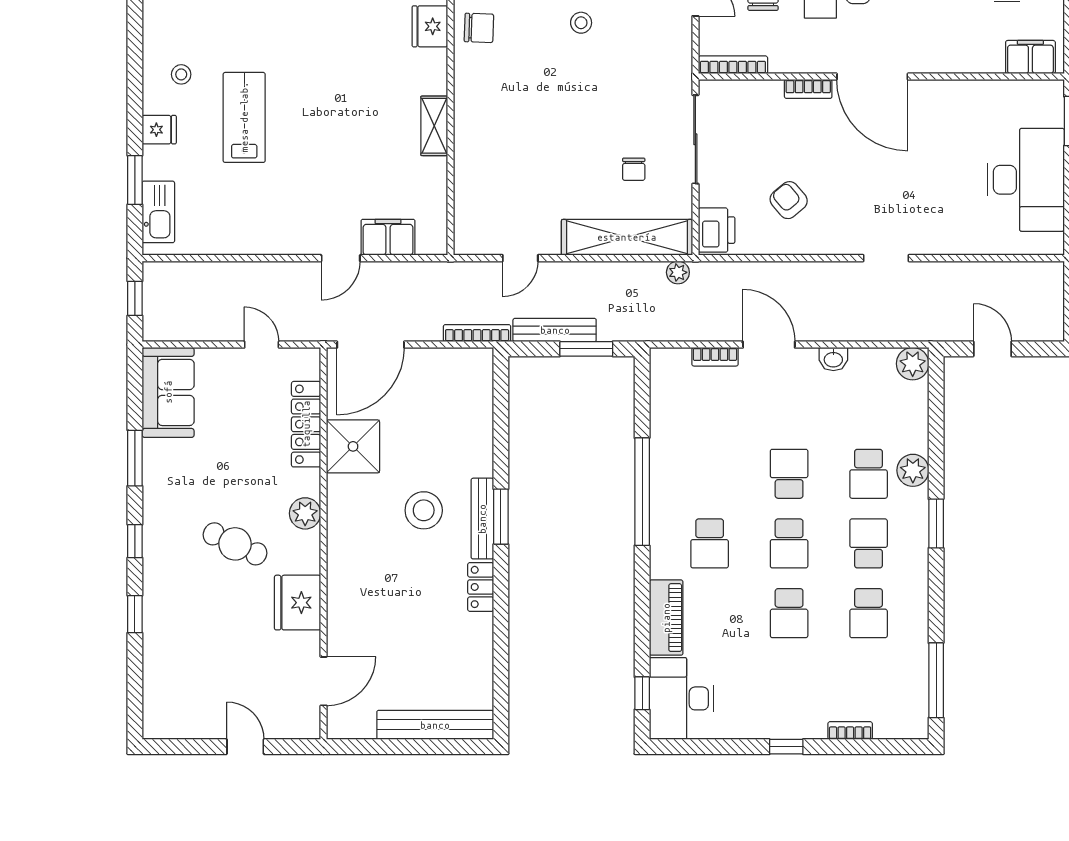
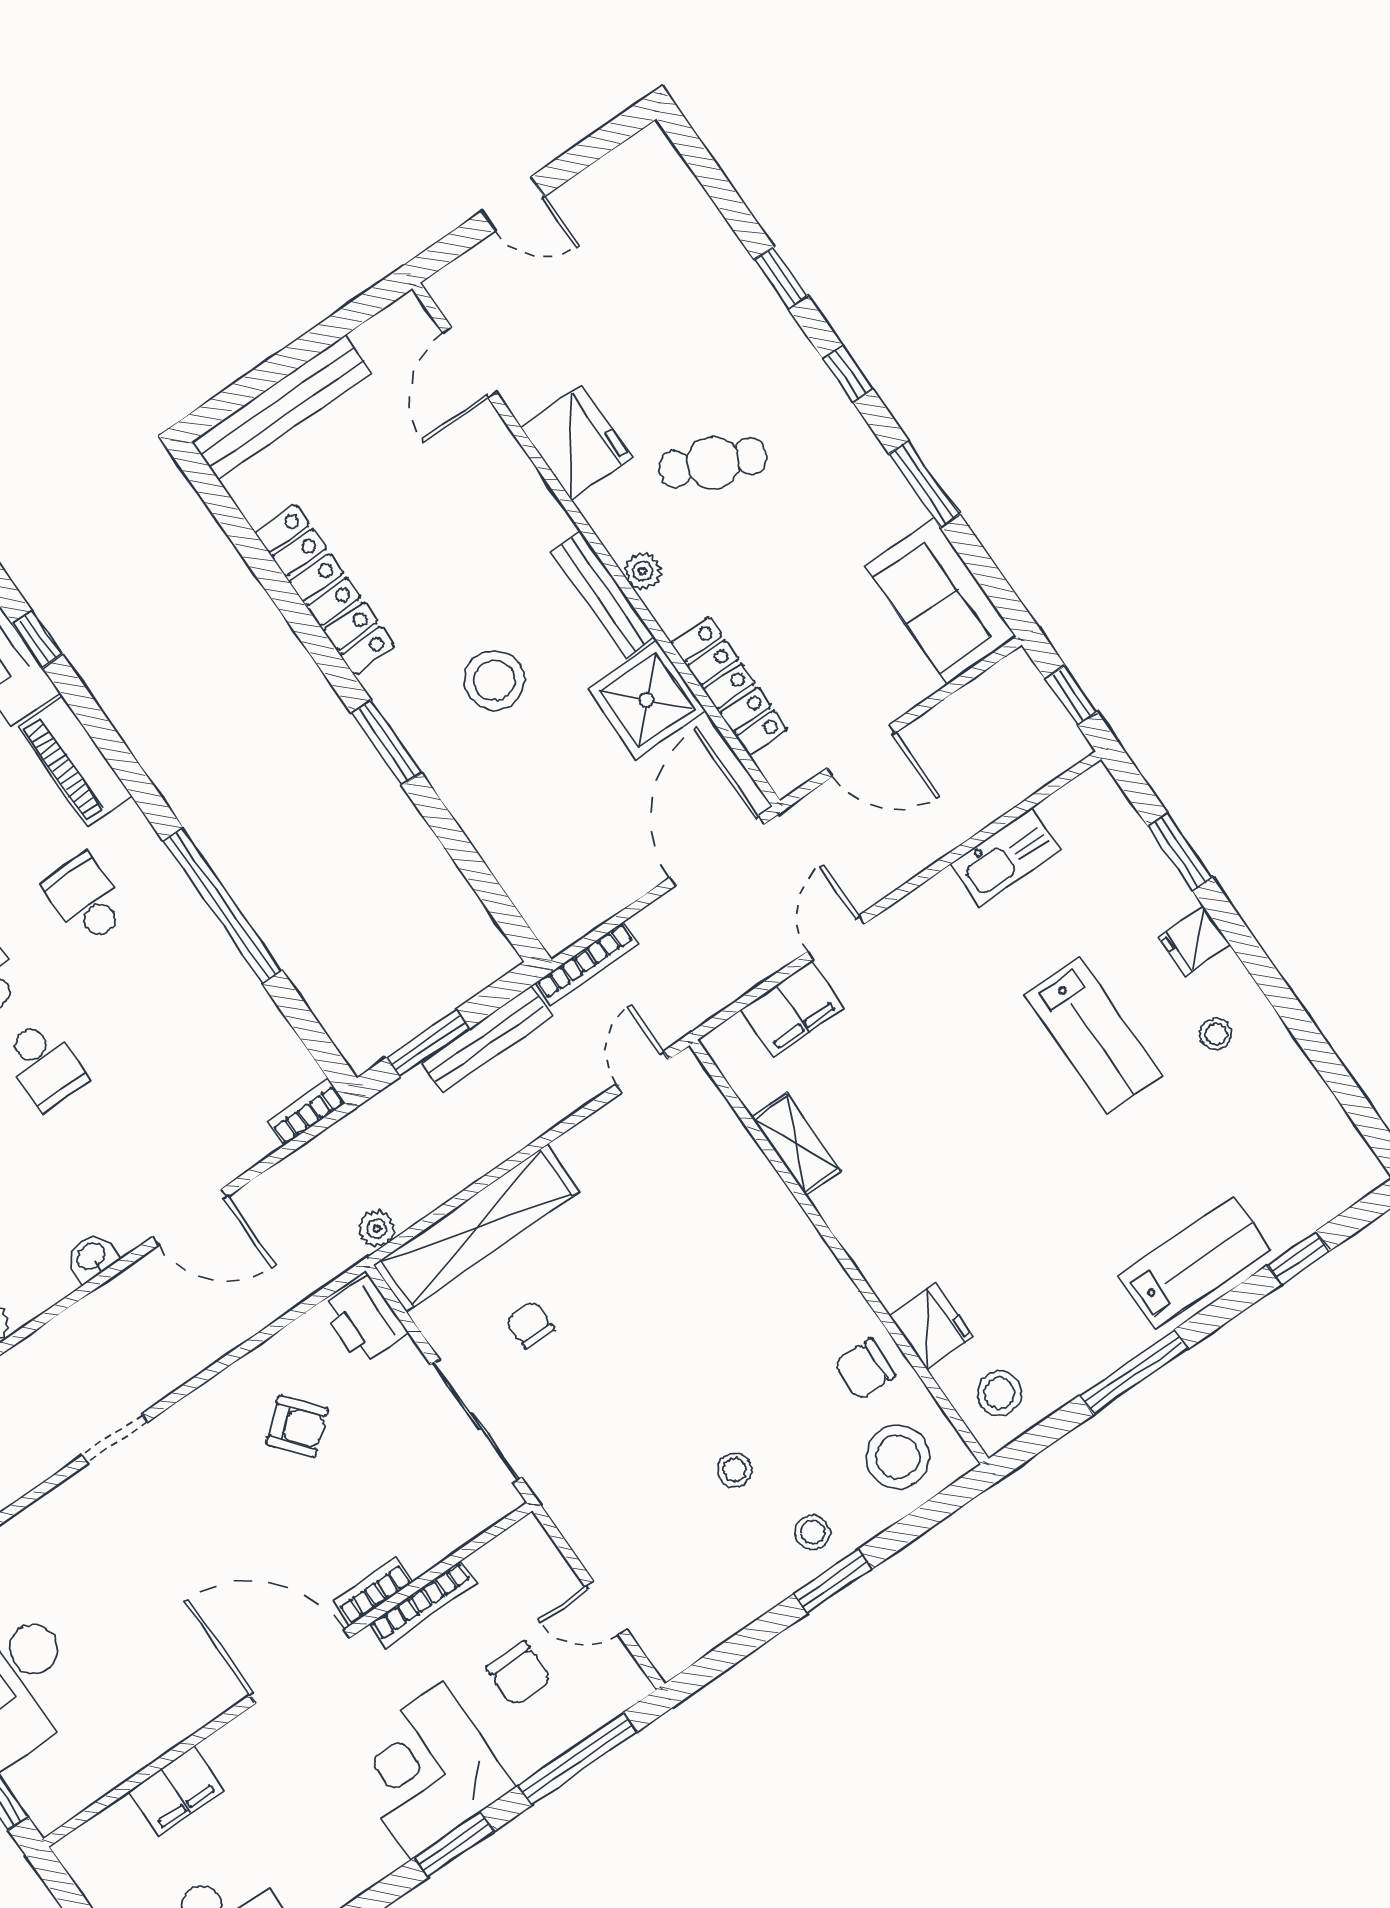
filing cabinet: (1030, 57) -> (176, 1791), moved
bookcase: (733, 65) -> (423, 1604), moved
shelving: (434, 126) -> (796, 1144), moved
kitchen sink: (158, 212) -> (1005, 857), moved, turned -90
door: (520, 258) -> (642, 1072), moved
door: (262, 345) -> (861, 751), width x1.37
bookcase: (715, 357) -> (306, 1112), moved
plant: (305, 513) -> (643, 571), width x0.73, depth x0.73
bench: (482, 519) -> (603, 595), moved
locker: (481, 587) -> (325, 589), width x2.16, depth x1.21

